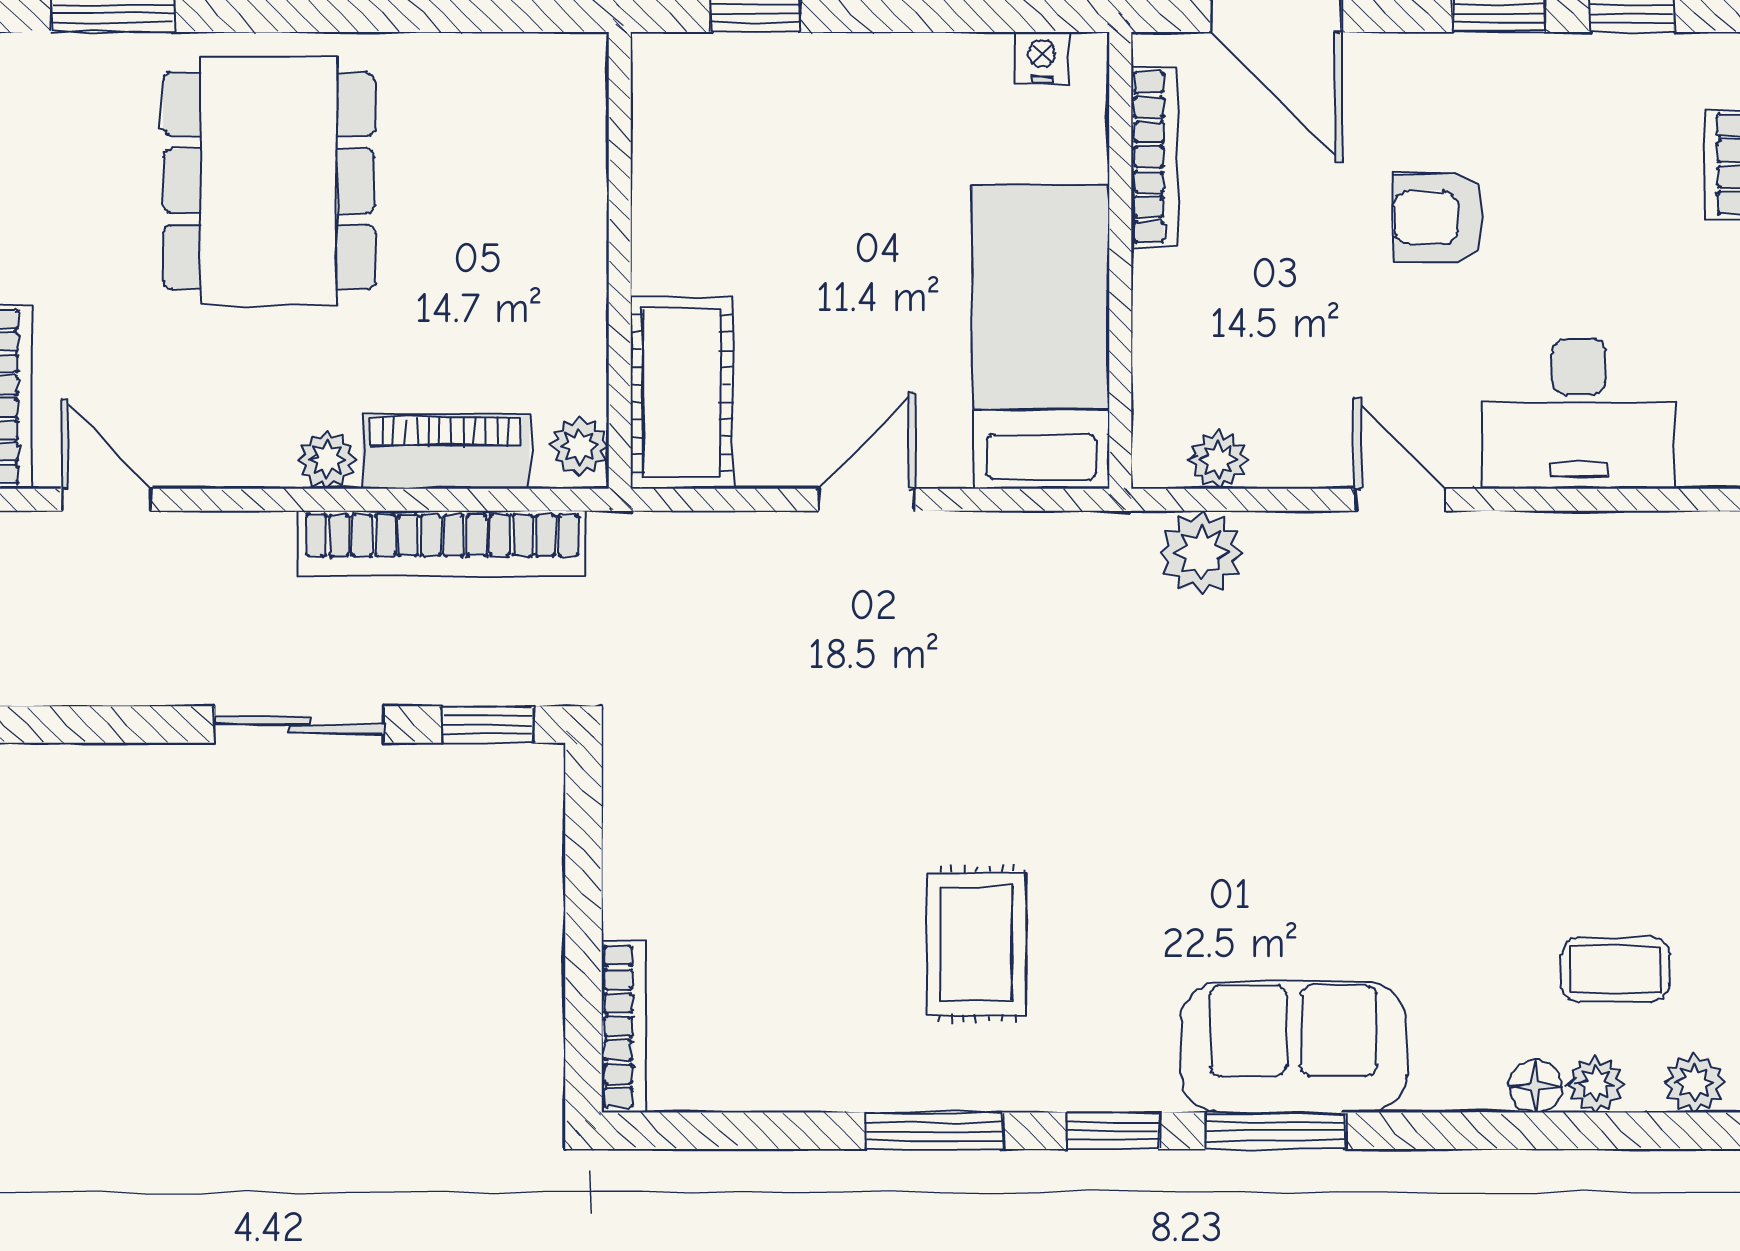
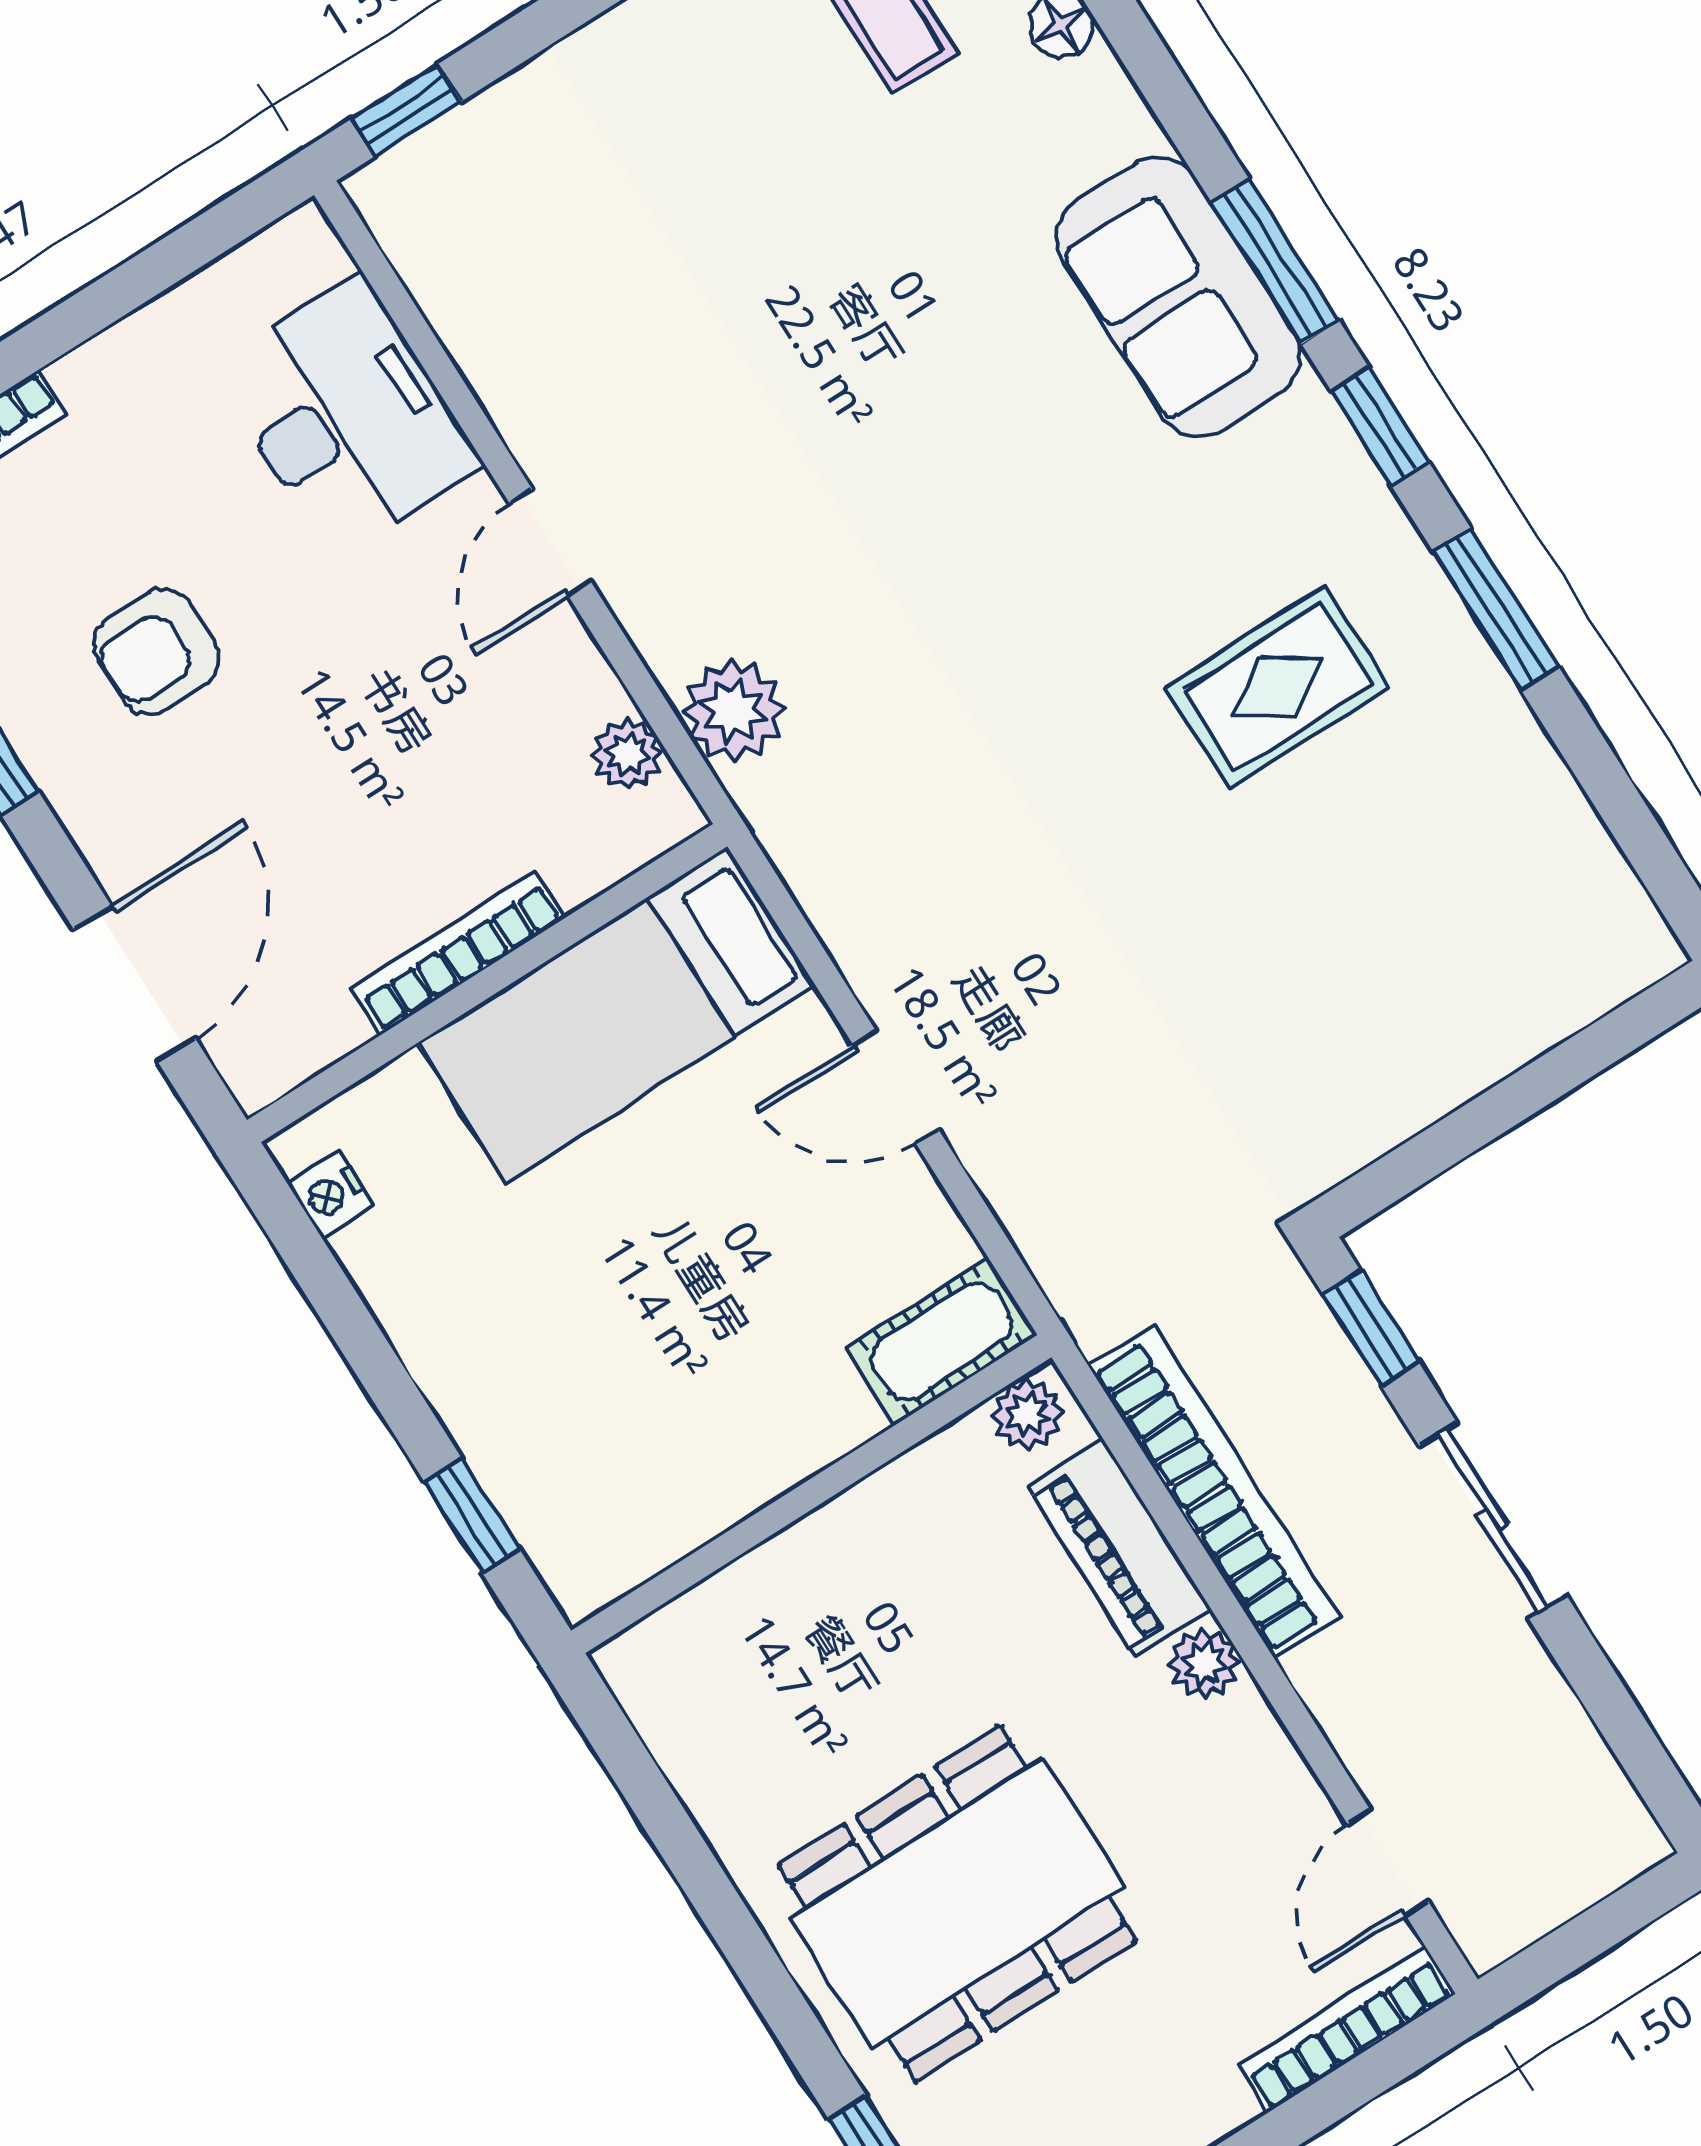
bookcase: (1154, 157) -> (458, 953), moved
armchair: (1438, 217) -> (156, 652), moved, turned 90
cot: (682, 393) -> (941, 1341), width x0.73, depth x0.75
bookcase: (624, 1027) -> (1591, 994), removed

